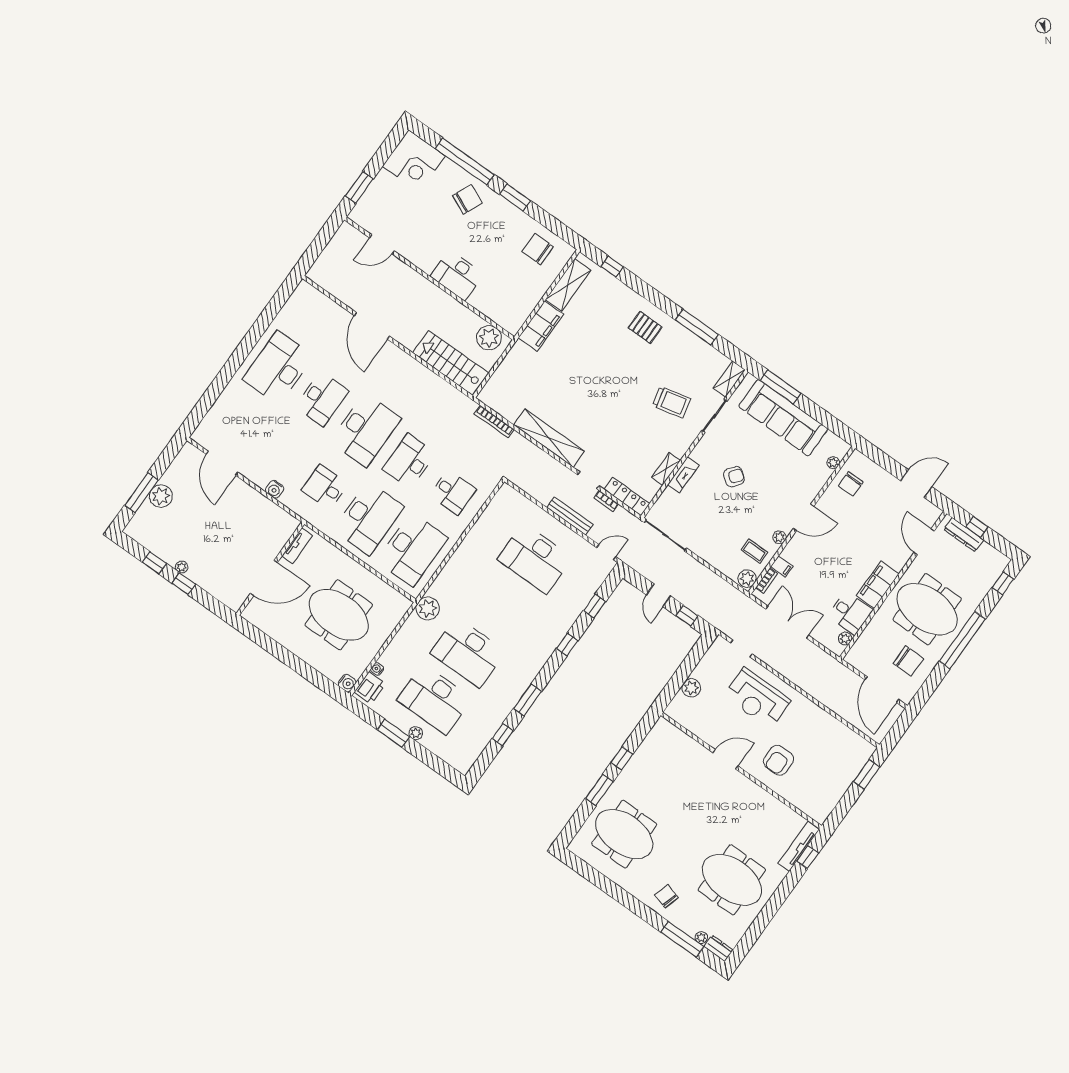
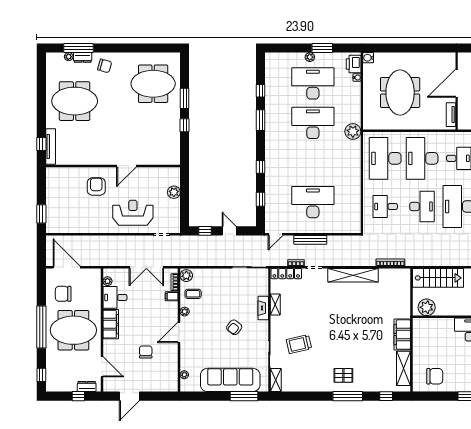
window: (697, 327) -> (348, 396), moved
chair: (851, 484) -> (146, 352), moved
dresser: (964, 535) -> (87, 387), width x0.70
meeting table: (339, 615) -> (400, 92), turned 90
dresser: (719, 948) -> (83, 57), moved

